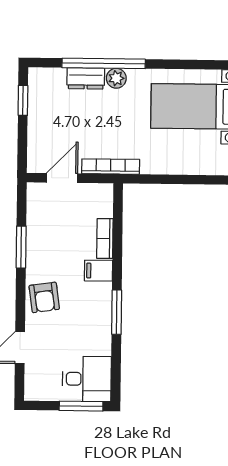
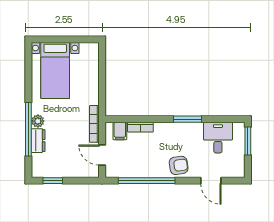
window: (21, 247) -> (147, 181), width x2.11
filing cabinet: (98, 271) -> (120, 131), moved
desk: (87, 379) -> (218, 138), moved

